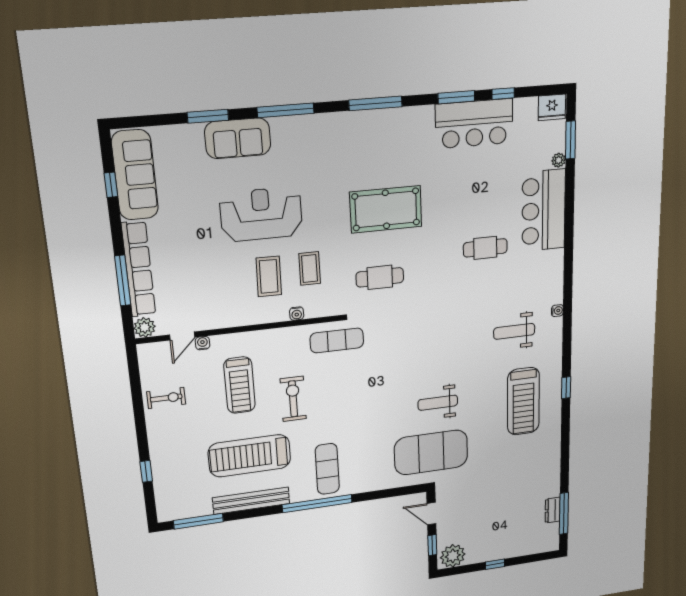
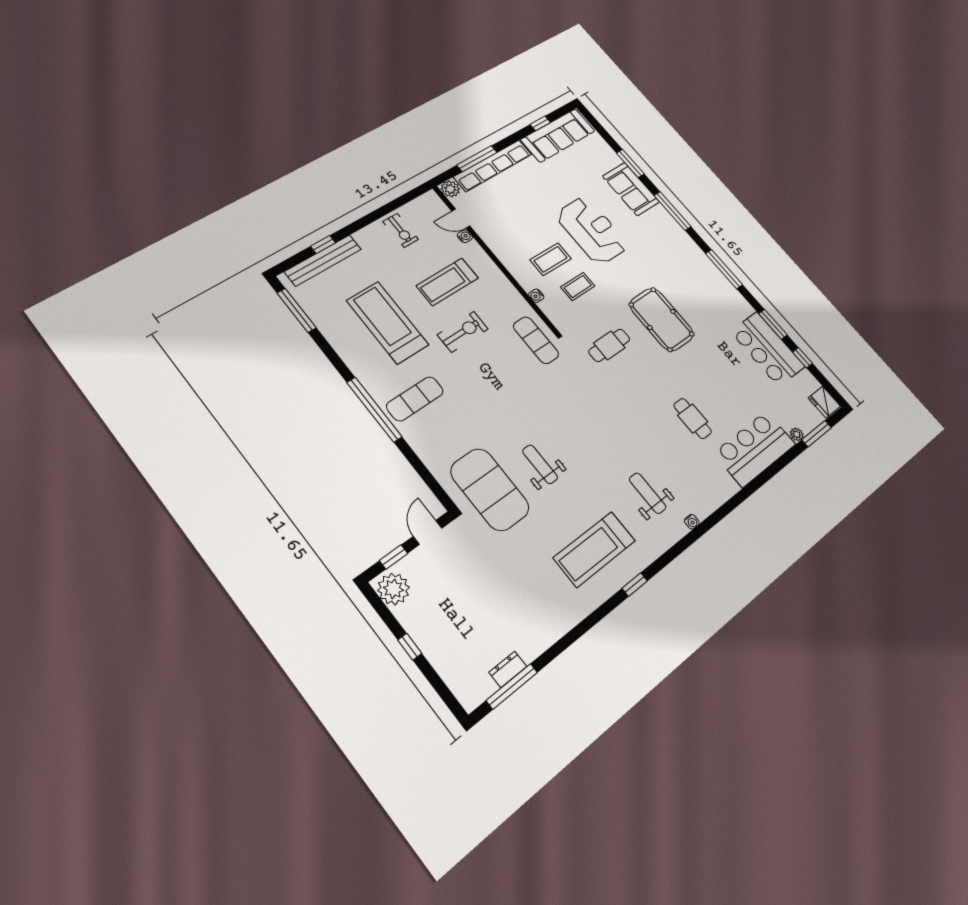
cafe table: (380, 277) -> (609, 345), turned 90
bench: (251, 501) -> (323, 260), moved, turned 90

